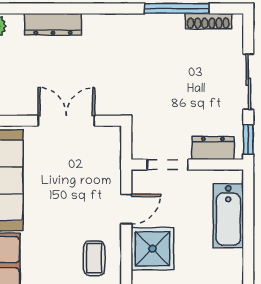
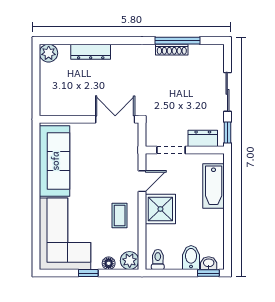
shoe rack: (208, 21) -> (172, 50), moved
double door: (66, 121) -> (115, 119), moved

